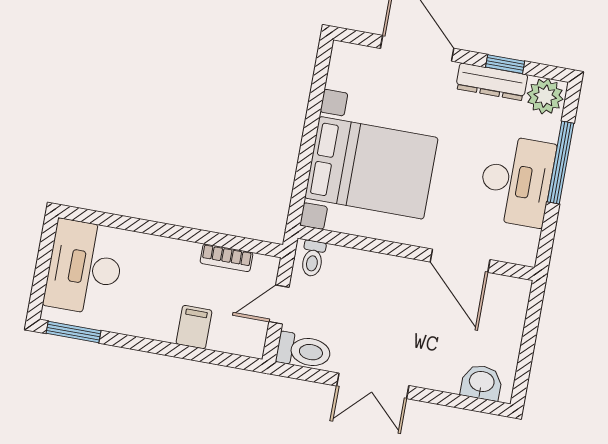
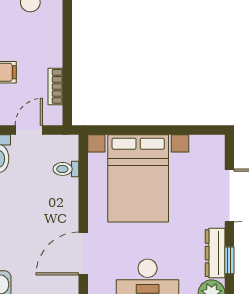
toilet: (313, 259) -> (66, 169), moved
door: (279, 304) -> (29, 130), hinge flipped

